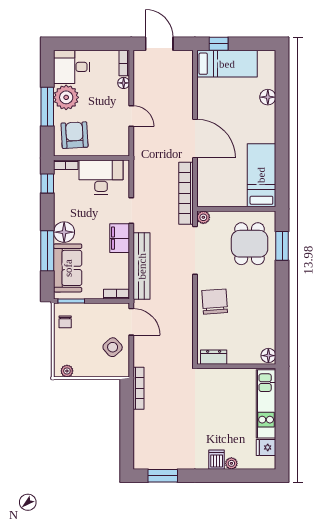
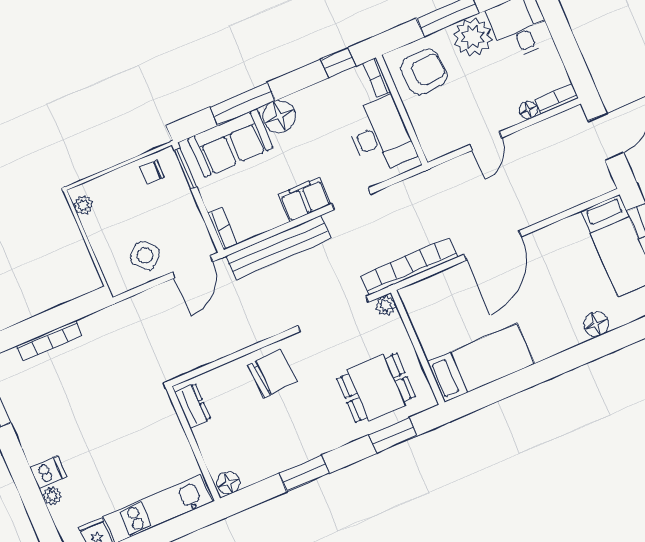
window: (282, 308) -> (304, 473), added
bookcase: (139, 388) -> (49, 341), moved

